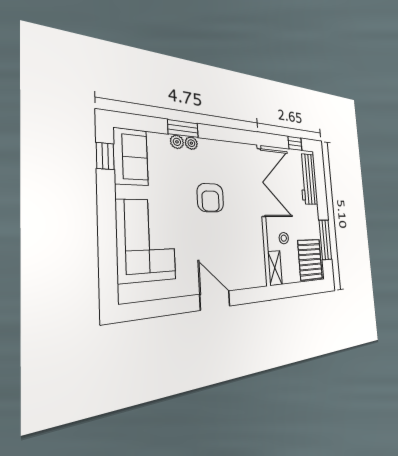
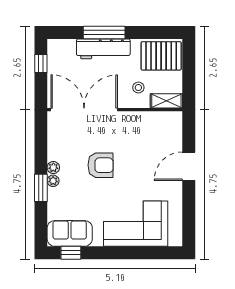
plant: (177, 142) -> (53, 168), moved
workbench: (309, 179) -> (103, 49), moved
window: (325, 240) -> (104, 32), moved

